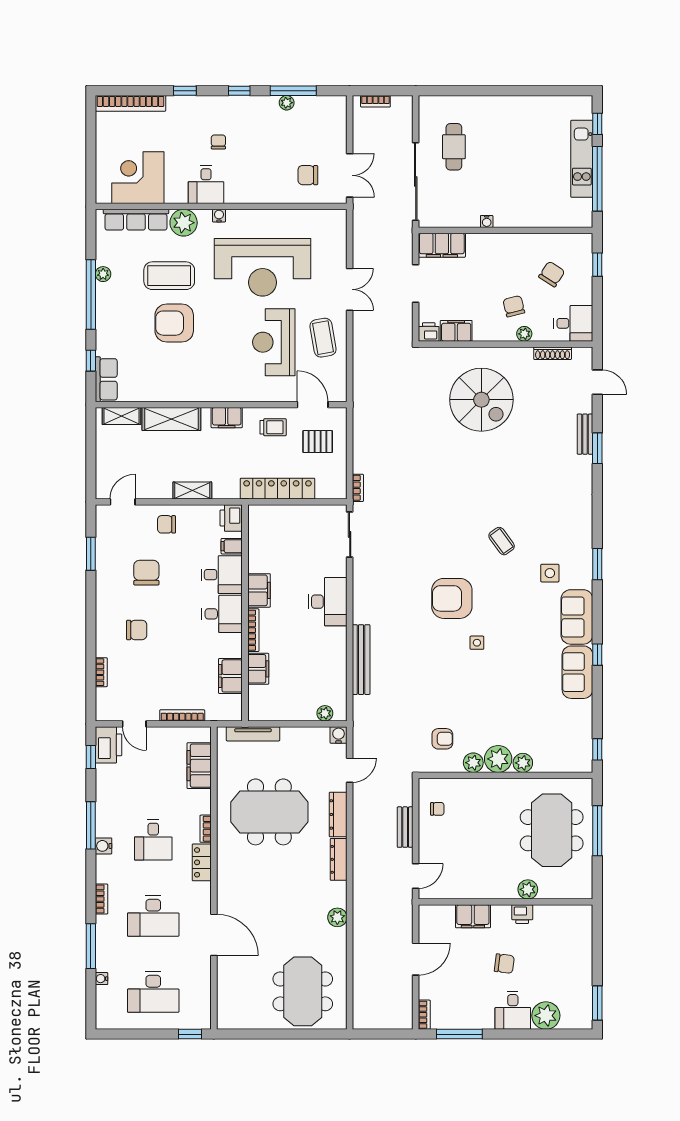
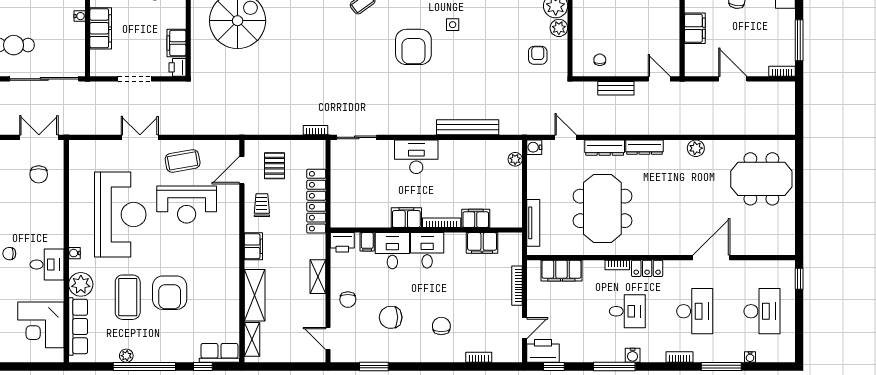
filing cabinet: (442, 245) -> (101, 28), moved

